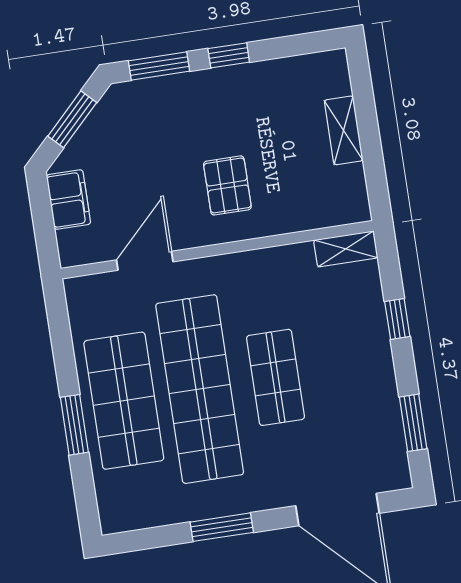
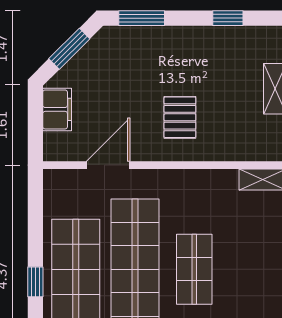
window: (229, 55) -> (228, 18), moved
window: (74, 425) -> (35, 282), width x0.67

